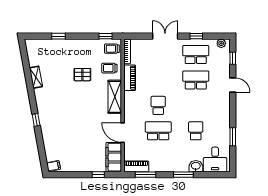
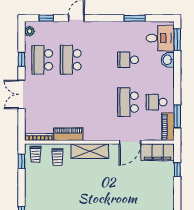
pallet: (82, 75) -> (65, 187), removed
school desk: (158, 105) -> (157, 102), moved
window: (183, 175) -> (177, 40), moved

